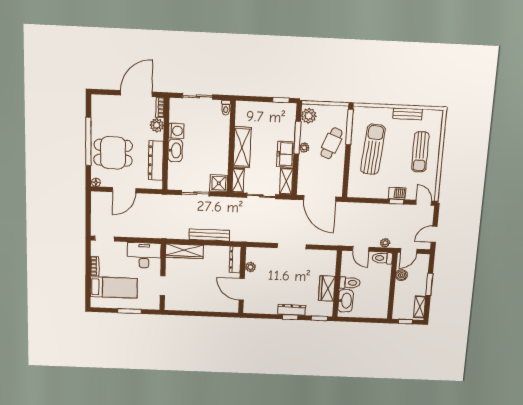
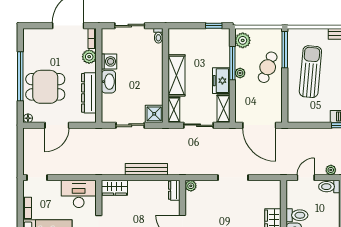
door: (361, 249) -> (306, 178), swing flipped
wardrobe: (184, 251) -> (114, 188), width x0.67
dresser: (235, 260) -> (174, 190), width x0.70
plant: (250, 267) -> (191, 186), moved

